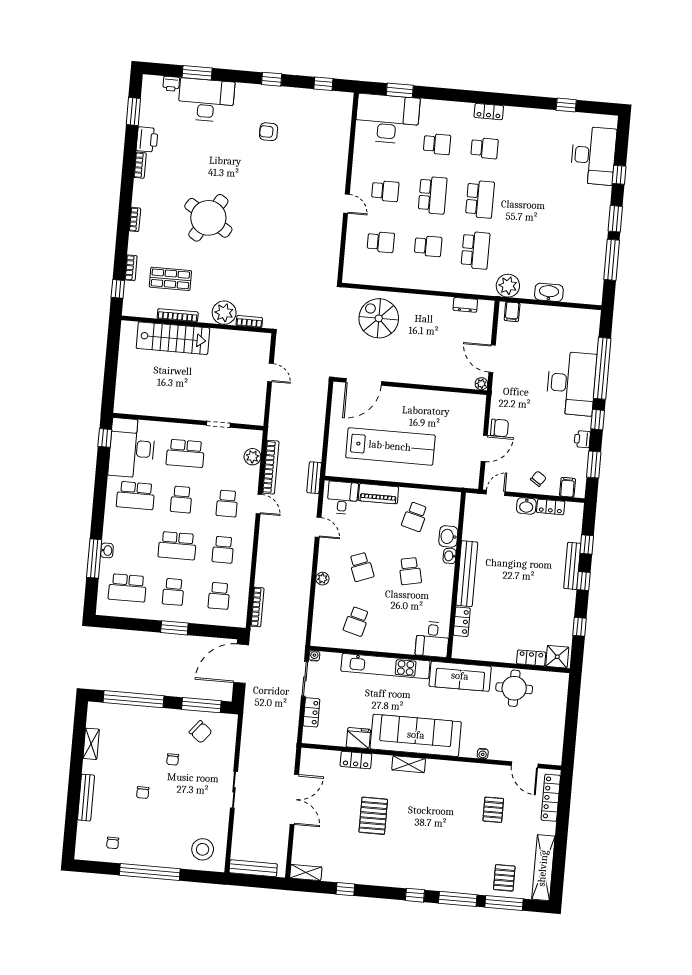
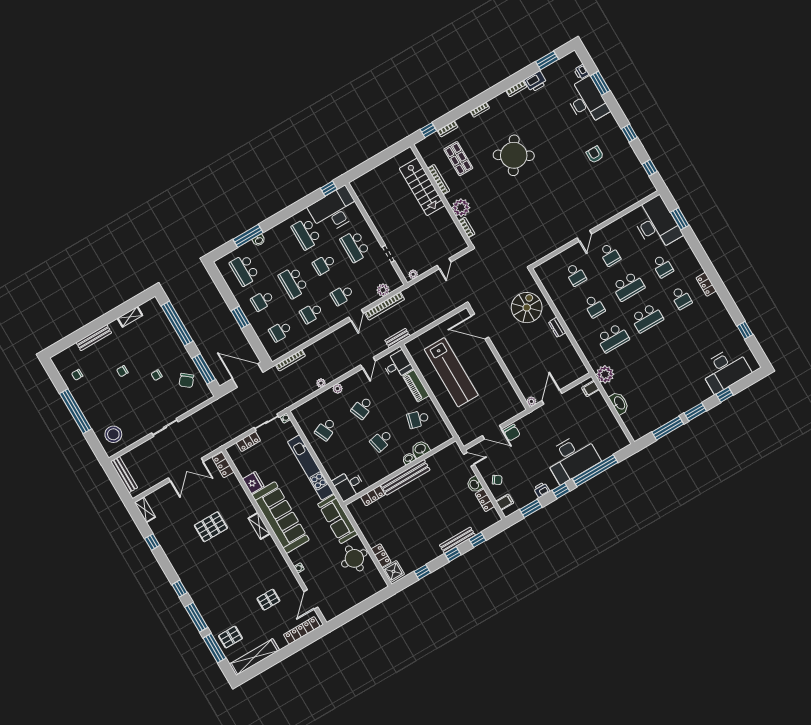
dresser: (465, 305) -> (557, 327), moved
plant: (259, 413) -> (413, 274), added
plant: (304, 592) -> (321, 383), added
school desk: (356, 621) -> (326, 429), turned -39
locker: (356, 760) -> (223, 465), moved

